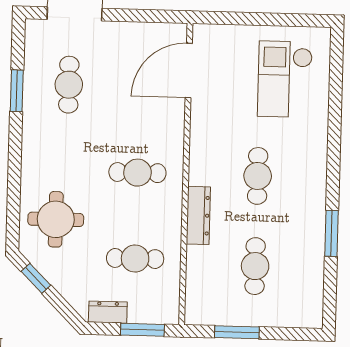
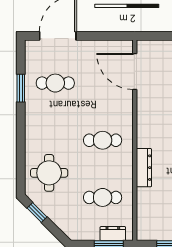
door: (189, 70) -> (135, 71), hinge flipped
cafe table: (69, 85) -> (55, 83), turned 90
dresser: (108, 312) -> (113, 234), moved

